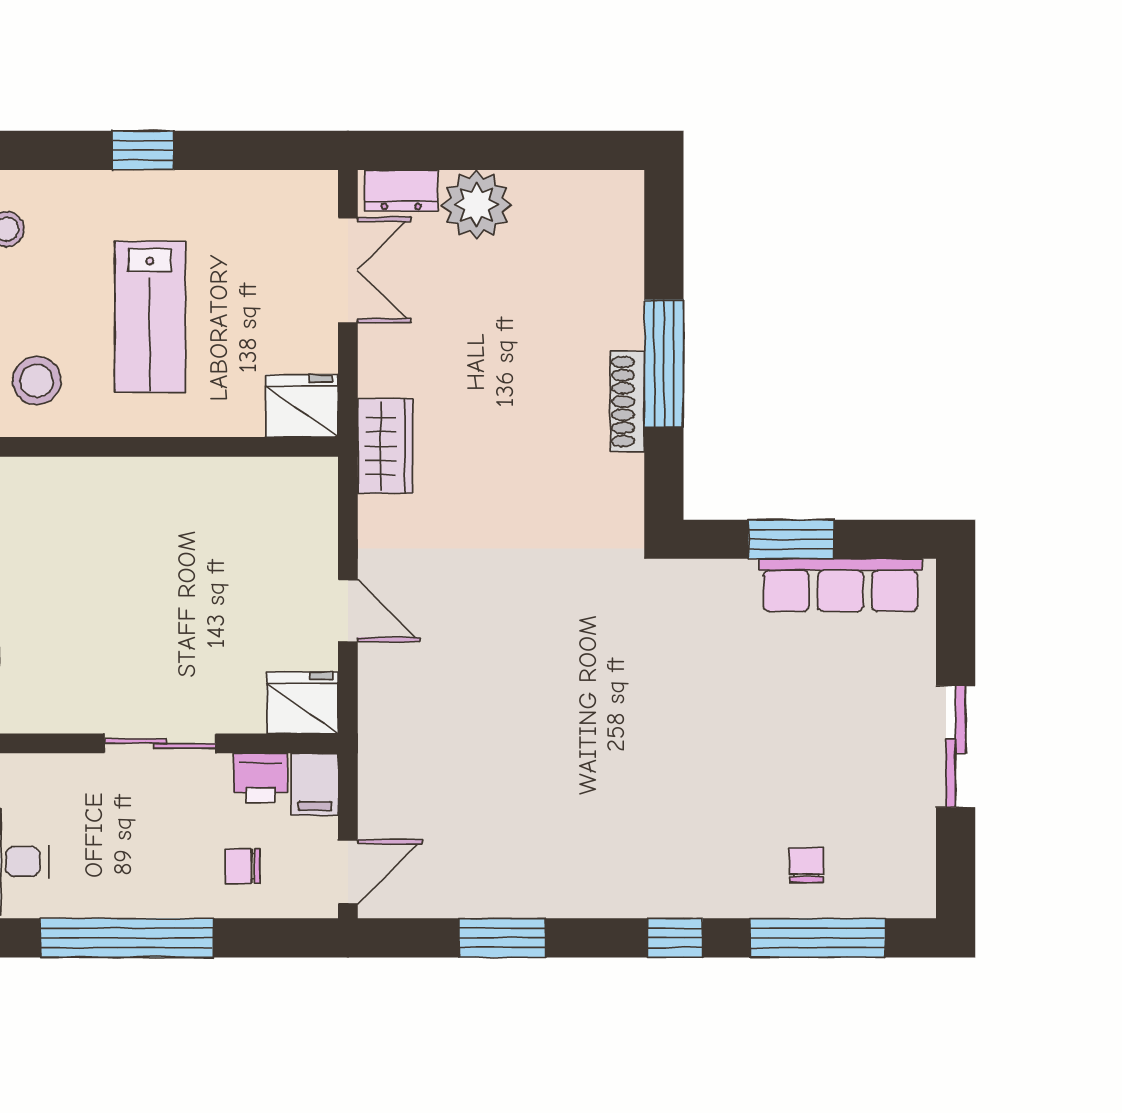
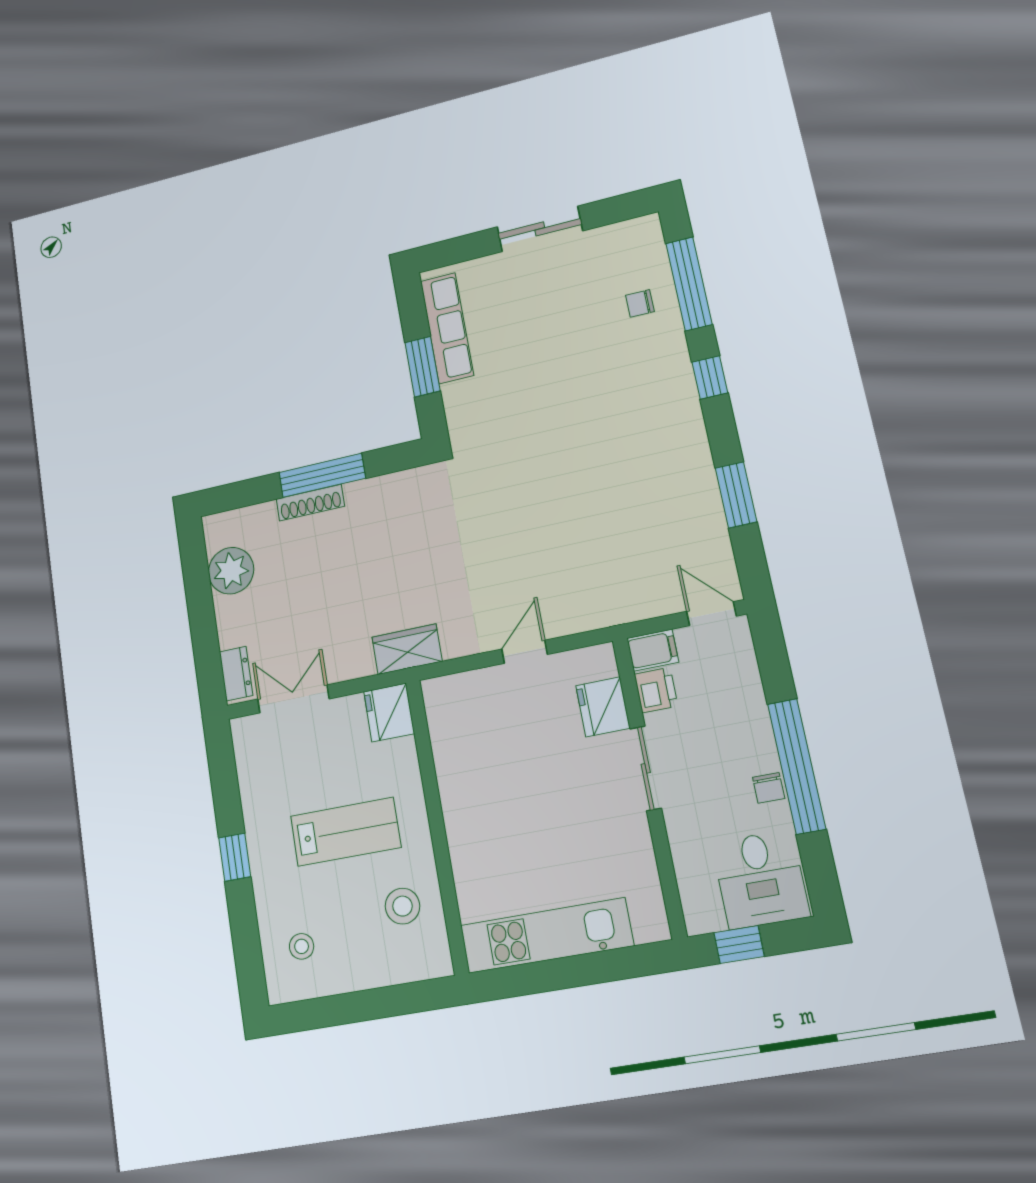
plant: (476, 205) -> (231, 571), moved
shoe rack: (627, 402) -> (310, 503), moved
fridge: (302, 703) -> (603, 707), moved
chair: (243, 866) -> (769, 788), moved

